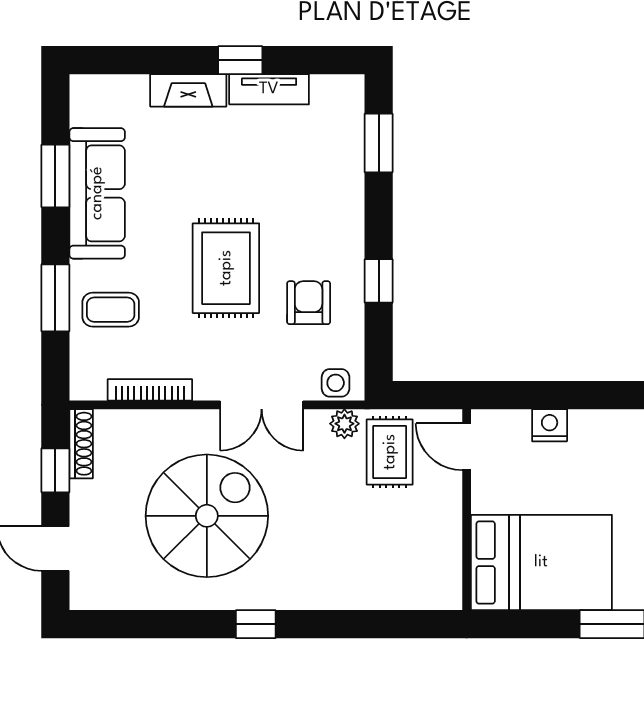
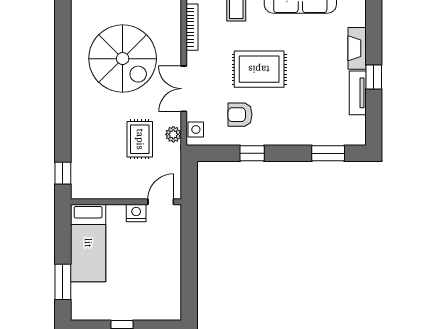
armchair: (309, 303) -> (240, 115), turned 180
nightstand: (550, 425) -> (136, 213), moved, turned -90
rug: (390, 452) -> (140, 139), moved, turned 90
bed: (541, 562) -> (88, 243), width x0.67
window: (256, 624) -> (63, 173), moved

